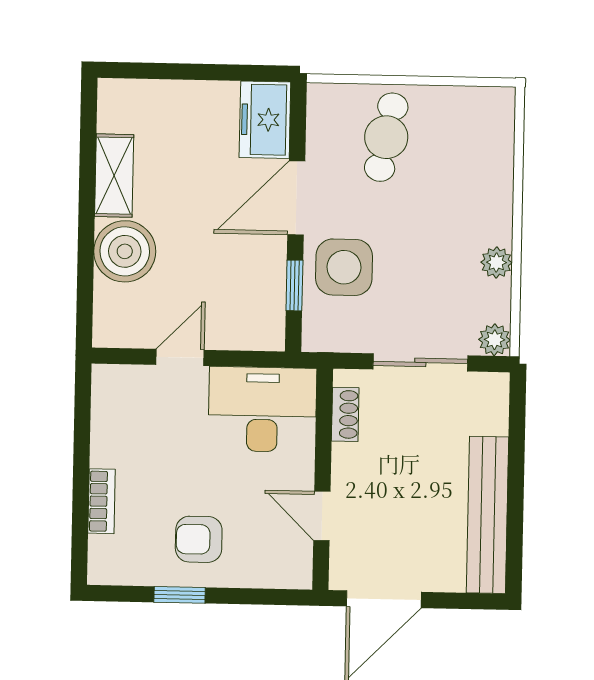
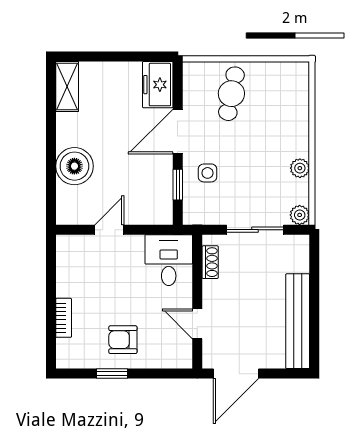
shelving: (114, 176) -> (67, 86), moved
side table: (344, 267) -> (208, 173), width x0.54, depth x0.54
desk: (262, 409) -> (169, 260), width x0.73

